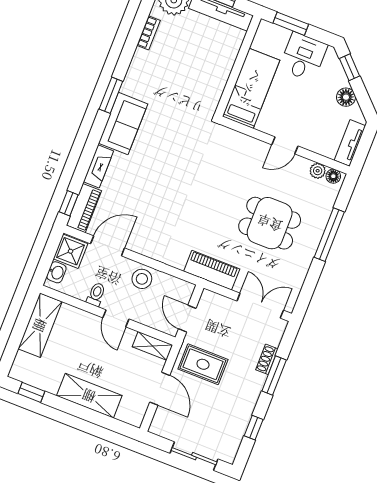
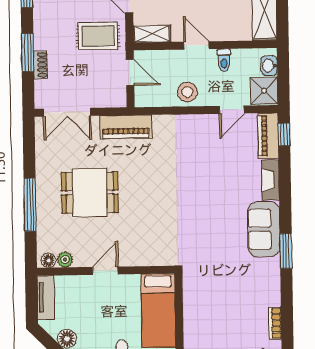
door: (108, 246) -> (232, 110), width x0.73

